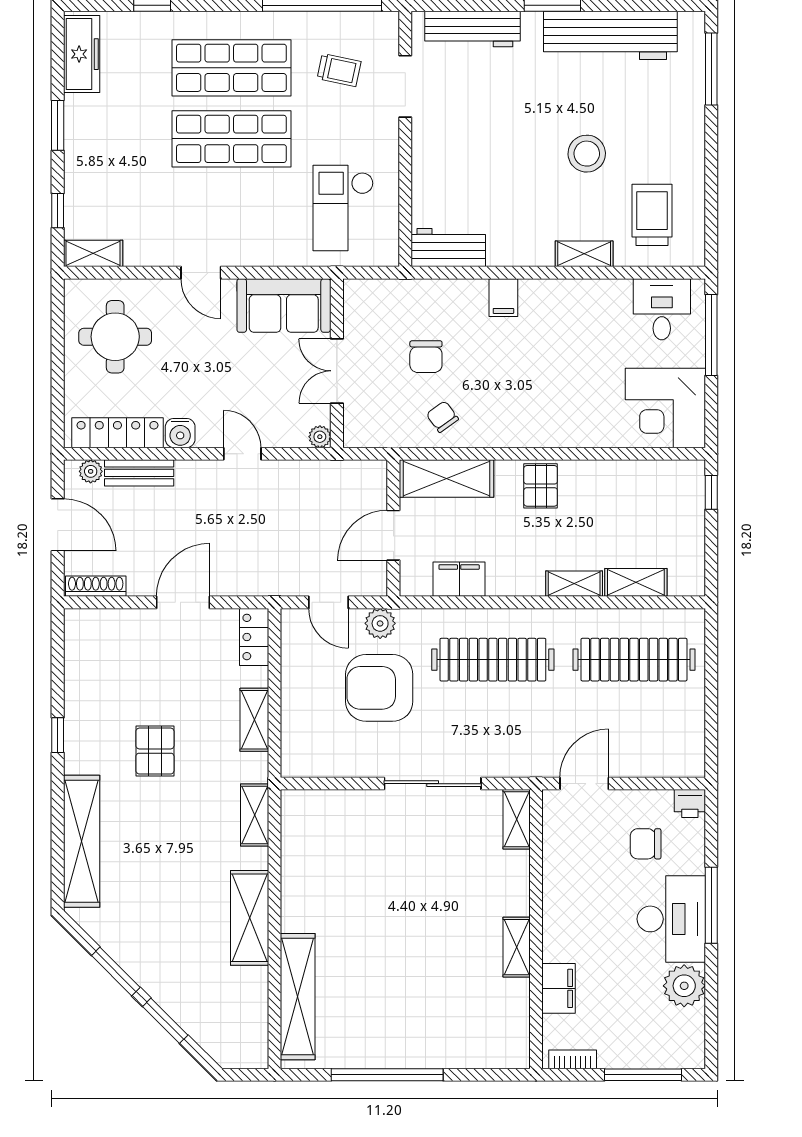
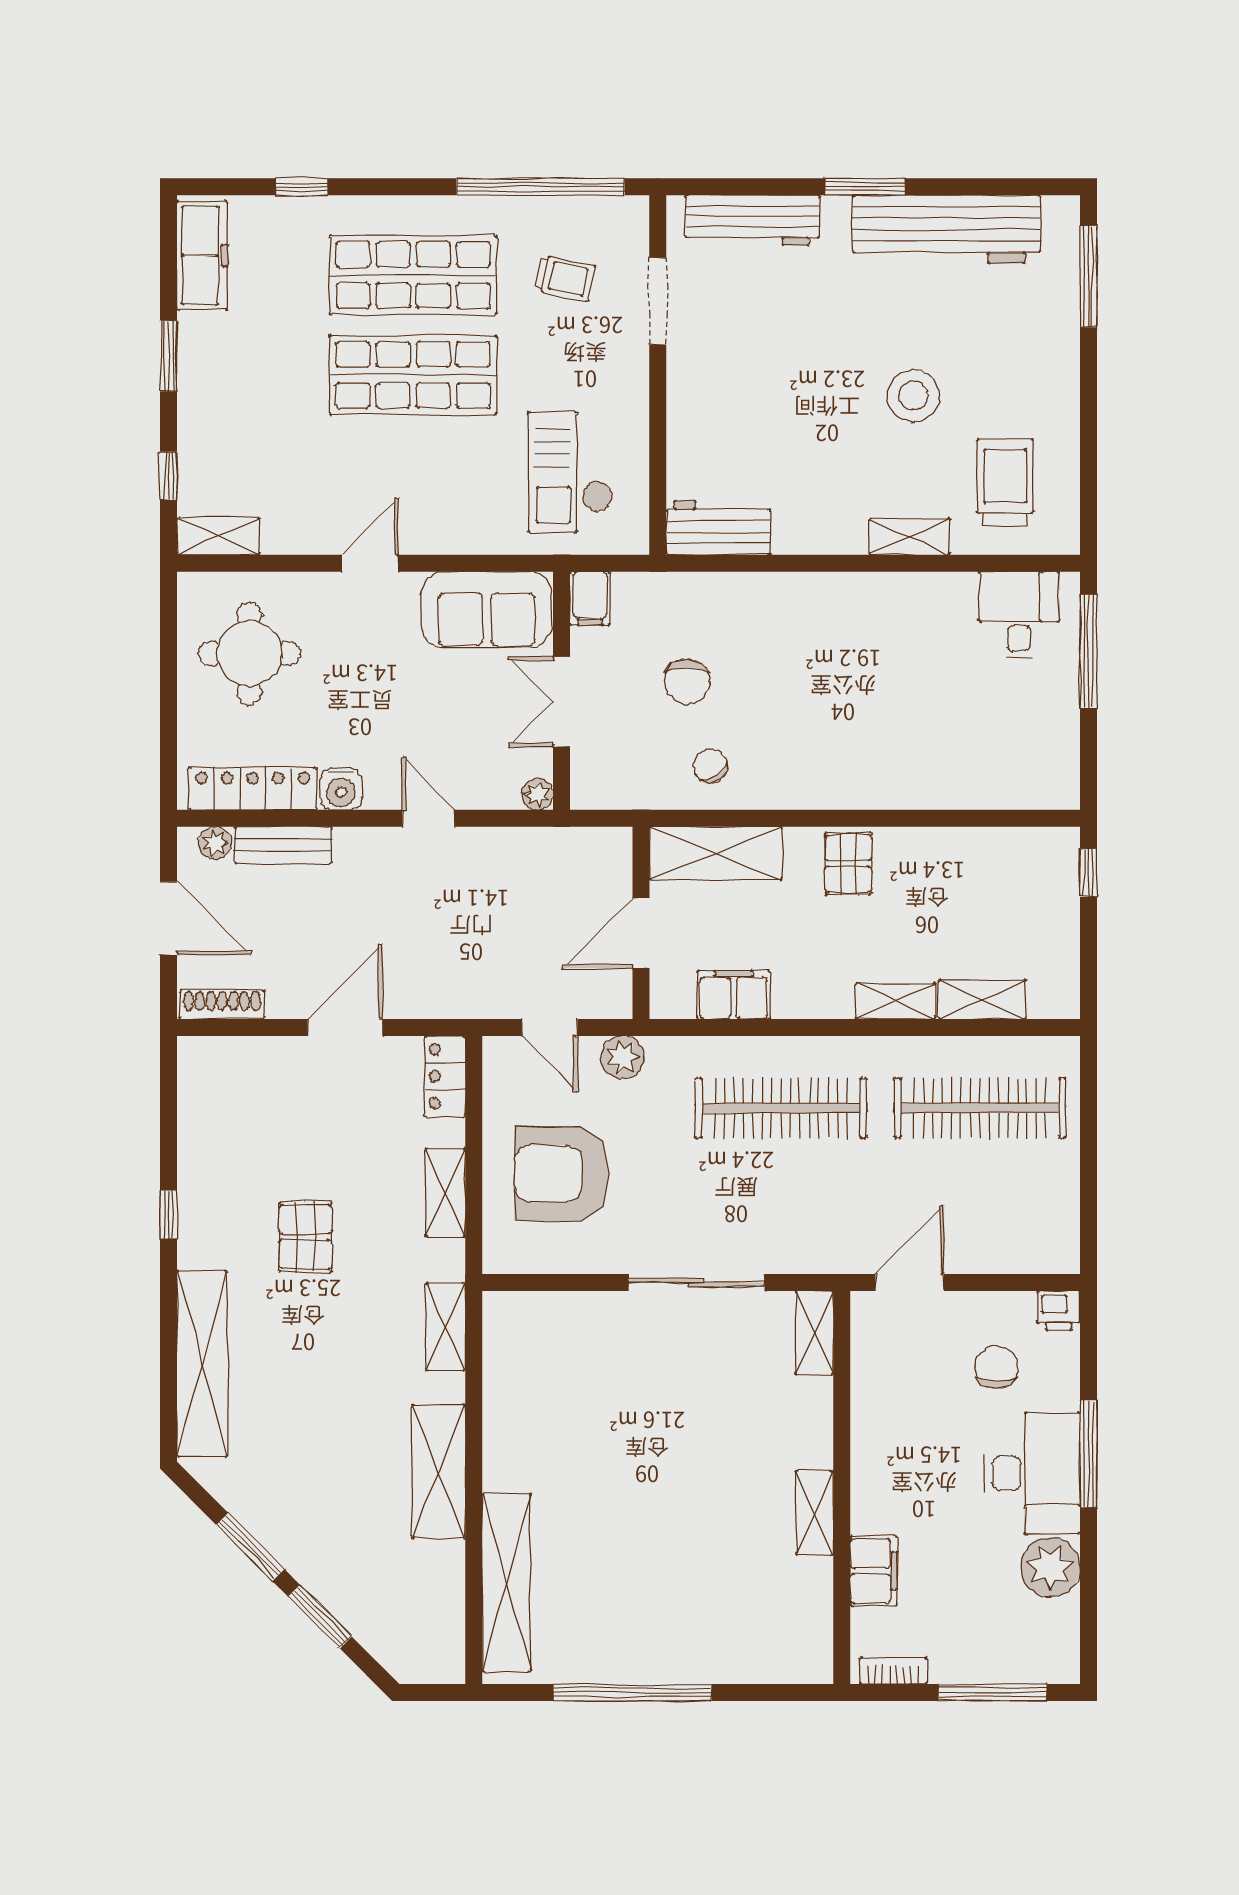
door: (201, 273) -> (370, 563), swing flipped
filing cabinet: (503, 298) -> (590, 598), moved
corner desk: (665, 408) -> (1024, 754), removed
armchair: (379, 688) -> (562, 1174), moved
chair: (646, 844) -> (996, 1367), turned 90

